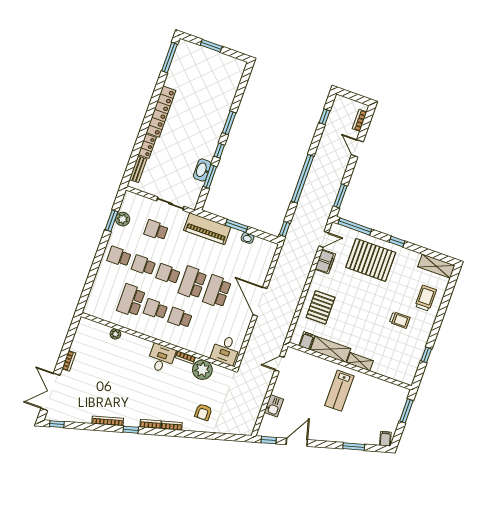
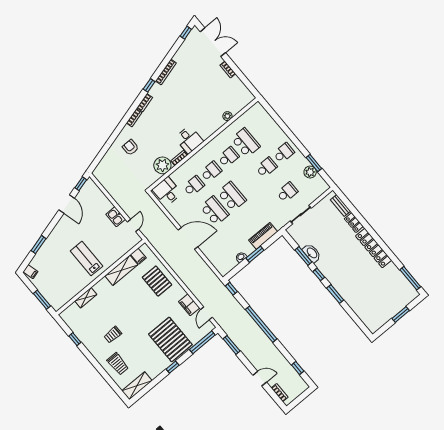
piano: (207, 229) -> (263, 236), width x0.73, depth x0.75
pallet: (371, 260) -> (170, 339), turned 90
school desk: (168, 274) -> (194, 186), moved
shelving: (360, 362) -> (86, 298), moved
kitchen sink: (274, 406) -> (116, 217), moved

